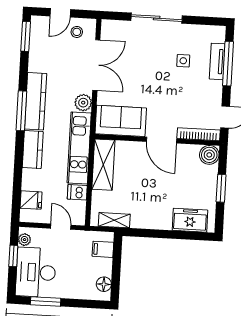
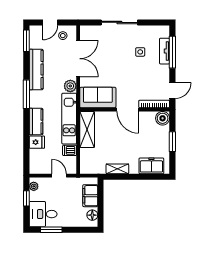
kitchen counter: (36, 101) -> (36, 70), moved
fridge: (31, 200) -> (37, 142), moved
shelving: (114, 220) -> (117, 169), moved
filing cabinet: (103, 249) -> (90, 196), width x2.00
desk: (36, 272) -> (43, 214), width x0.73

